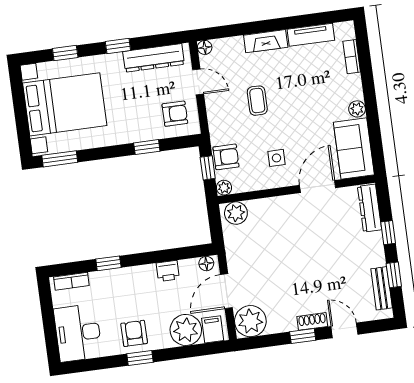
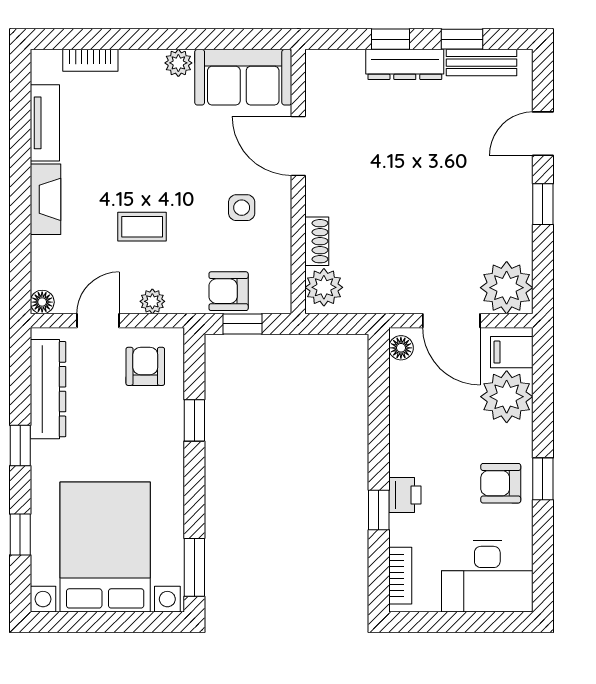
armchair: (226, 157) -> (229, 291), turned -90
plant: (224, 188) -> (152, 301), moved
dresser: (370, 208) -> (405, 64), moved
printer: (168, 271) -> (405, 495), moved
shoe rack: (312, 321) -> (317, 241), moved, turned 180

